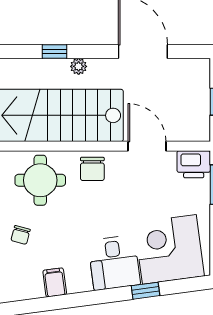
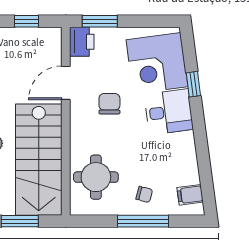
chair: (92, 169) -> (109, 104), moved, turned -90
filing cabinet: (55, 282) -> (190, 195), moved

